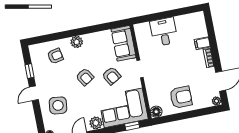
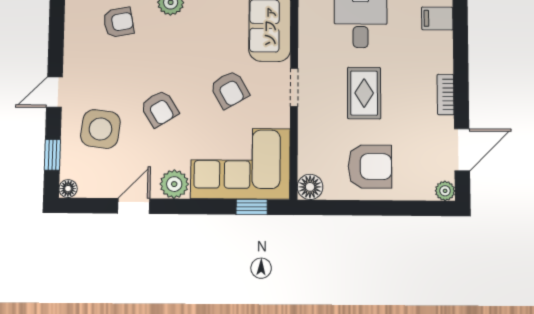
filing cabinet: (202, 43) -> (437, 18), moved
rug: (172, 65) -> (364, 93), added
window: (29, 71) -> (52, 155), moved
armchair: (85, 77) -> (160, 109), moved

